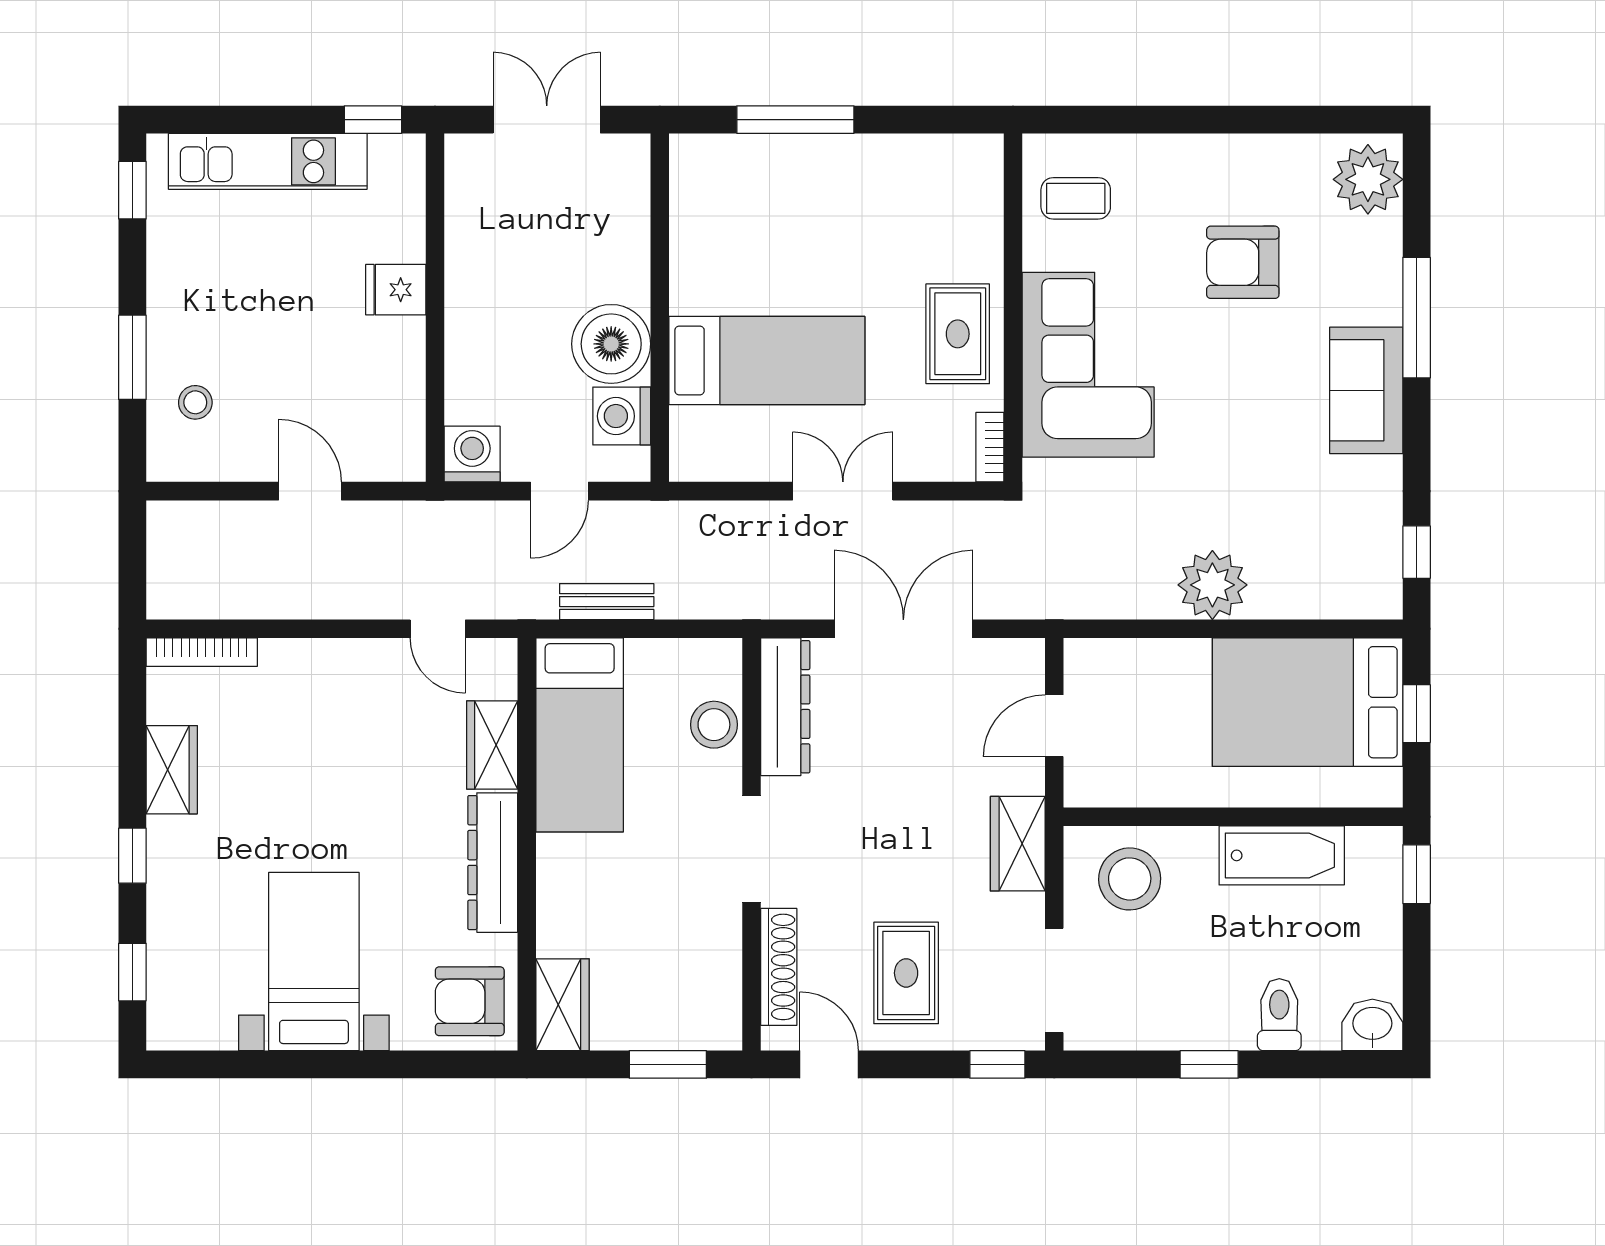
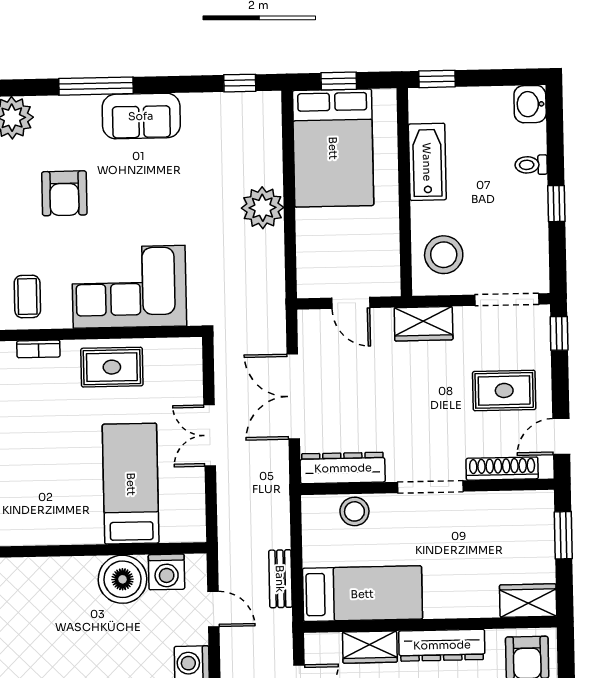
bookcase: (990, 447) -> (38, 349), moved
toilet: (1279, 1015) -> (531, 165), width x0.73, depth x0.72

